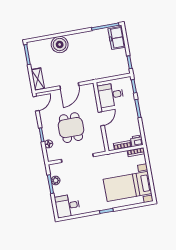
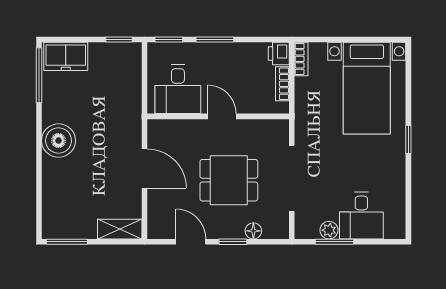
boiler: (60, 45) -> (58, 141), moved
door: (36, 104) -> (191, 242), moved
desk: (67, 206) -> (361, 216), moved

